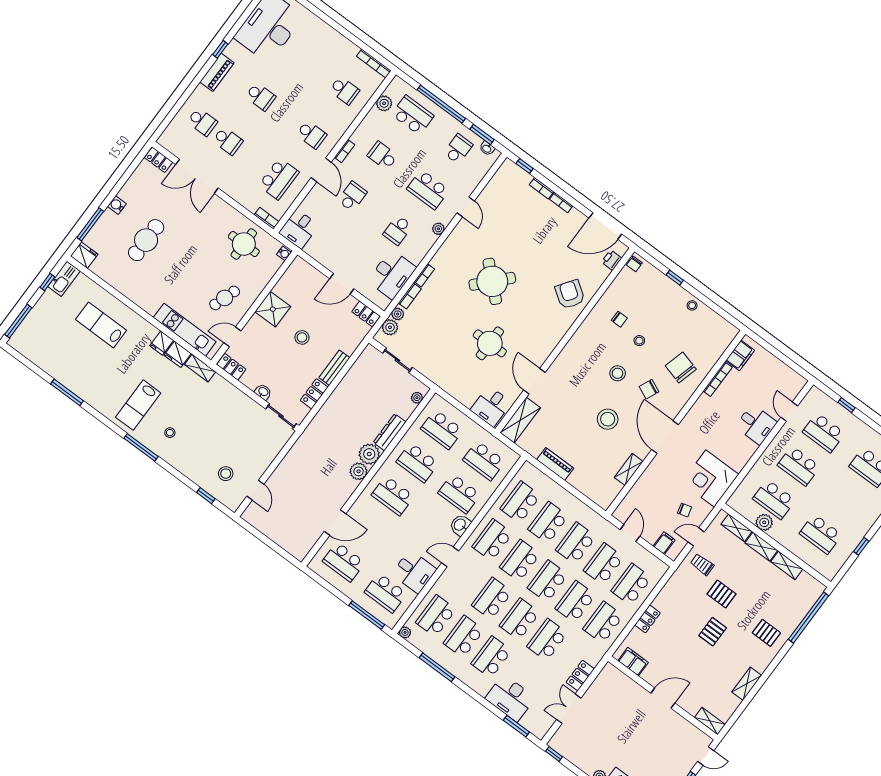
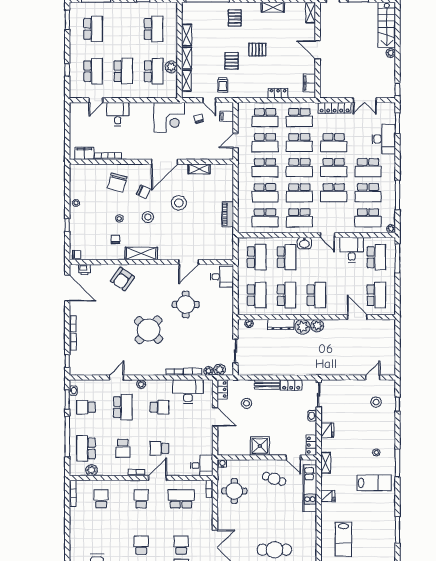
stool: (302, 337) -> (247, 403), moved
fridge: (178, 354) -> (327, 430), moved
shelving: (520, 420) -> (141, 254), moved
locker: (580, 676) -> (335, 108), width x1.53

